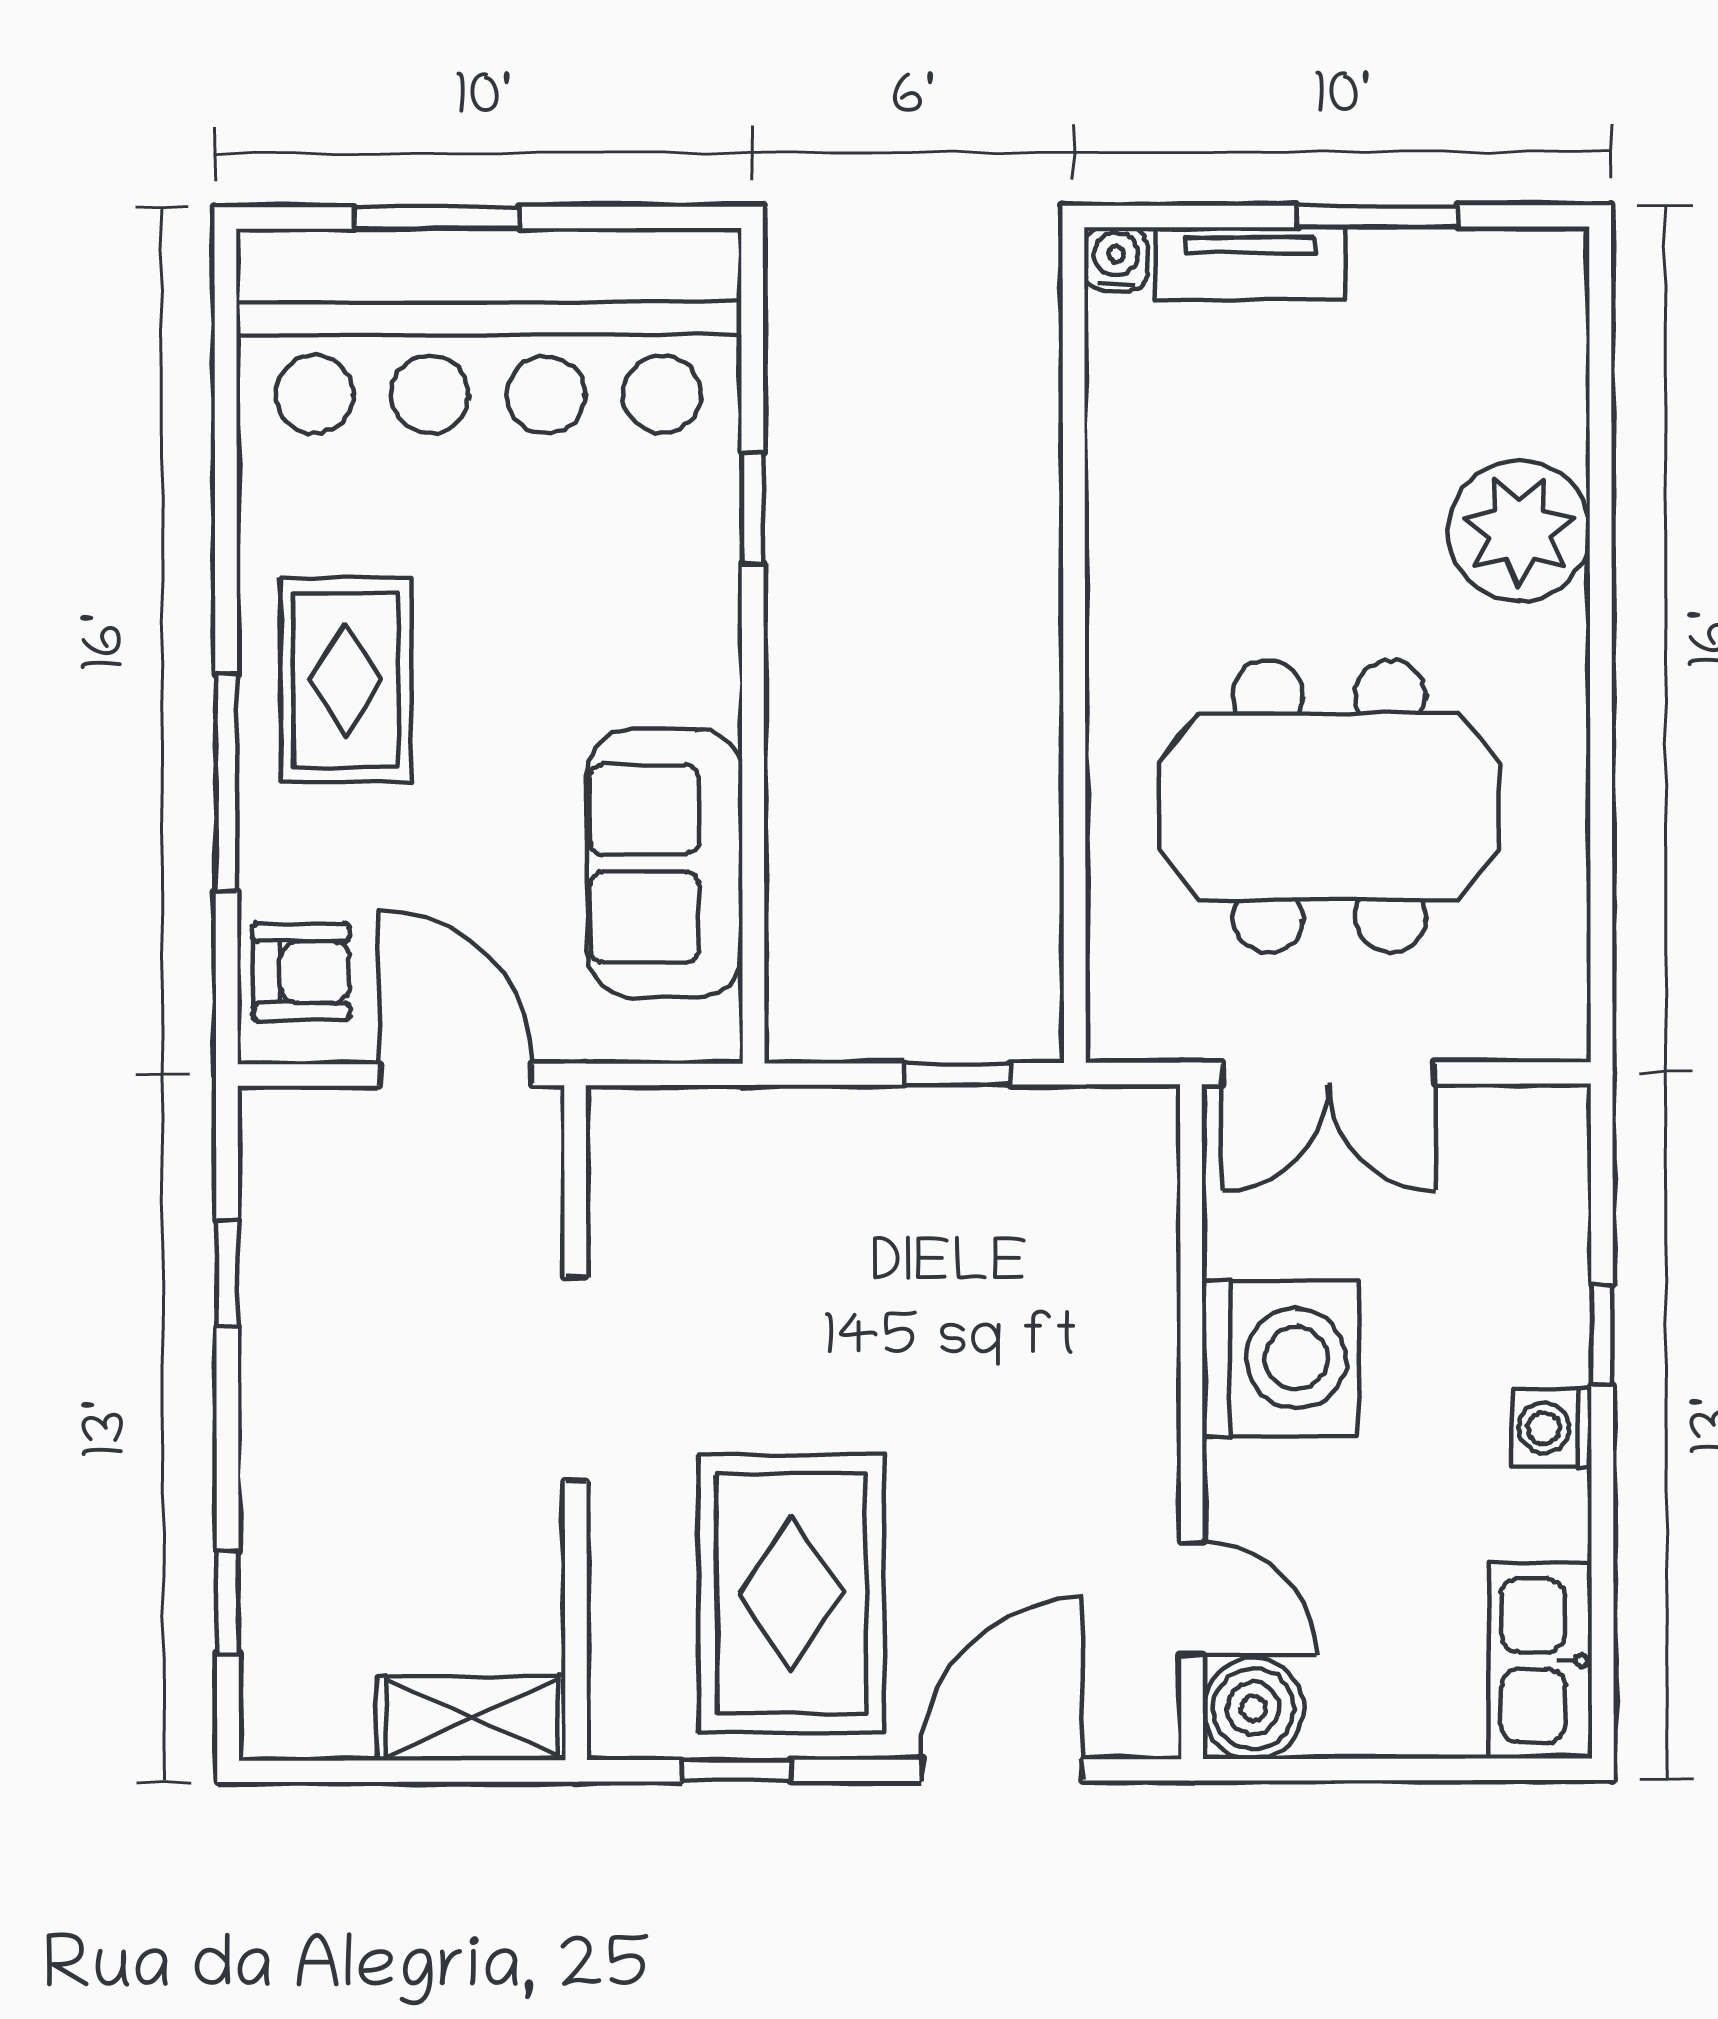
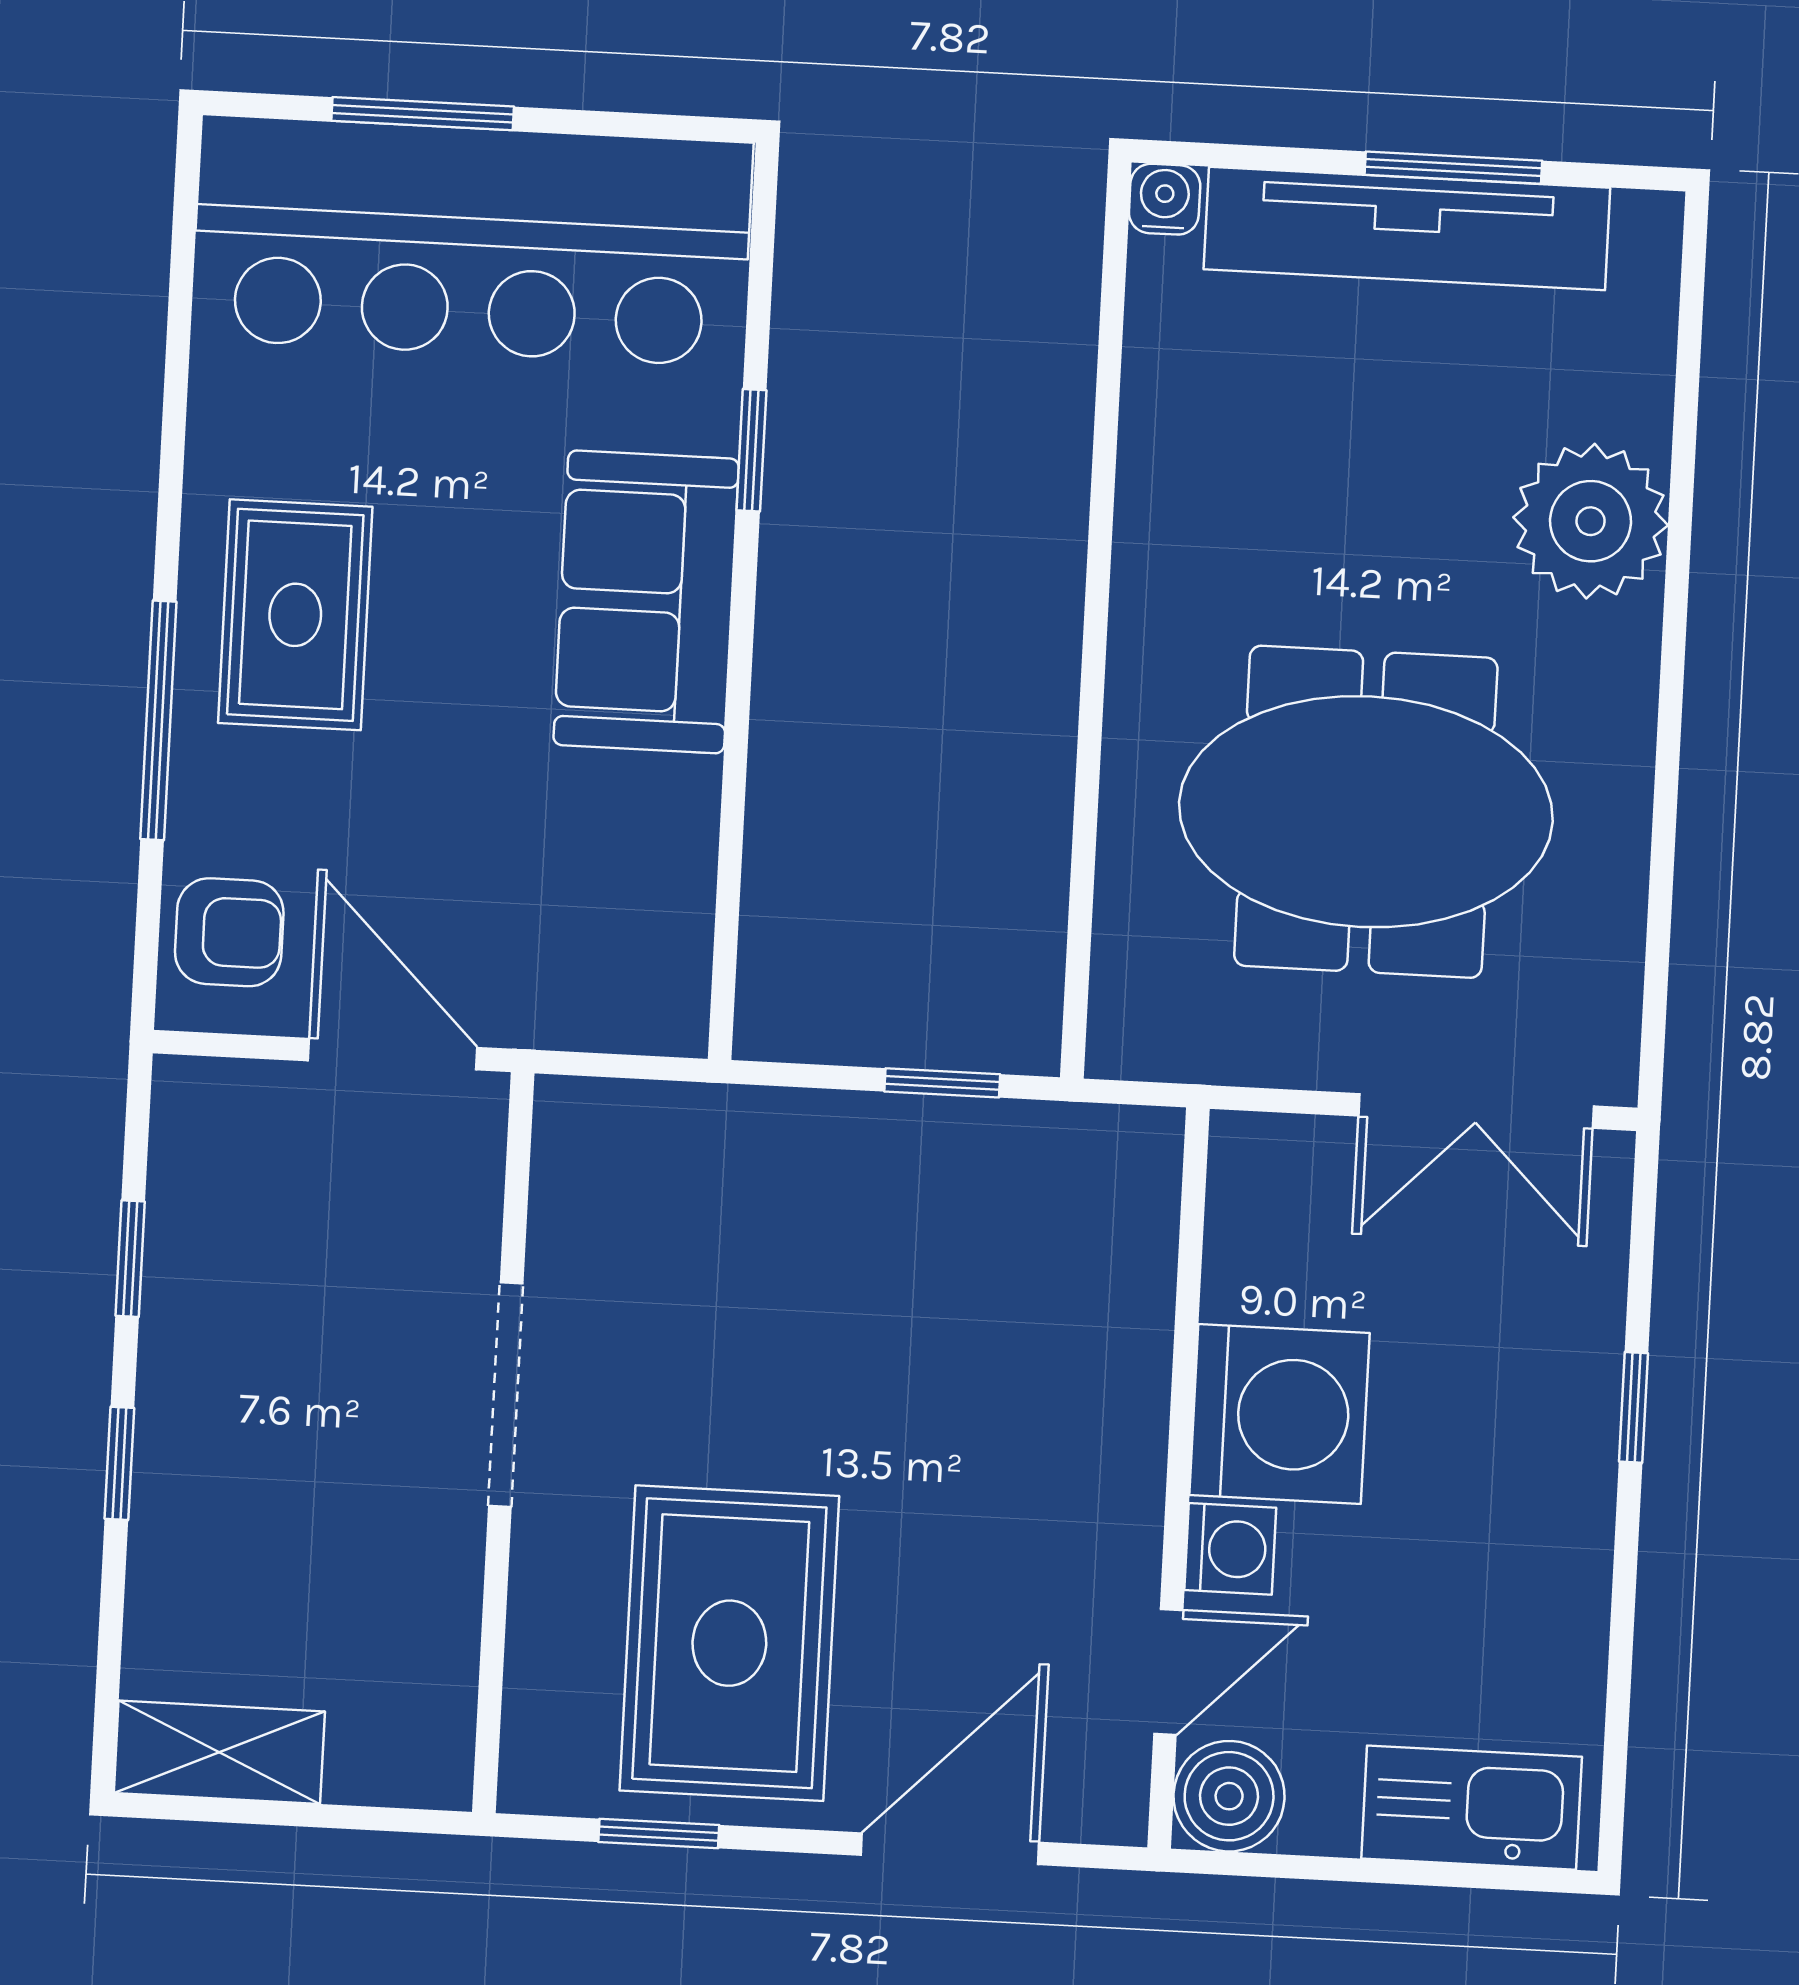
tv unit: (1250, 264) -> (1407, 228), width x1.92, depth x1.29
sofa: (665, 863) -> (646, 602), moved
double door: (1328, 1073) -> (1476, 1111), moved
washing machine: (1552, 1428) -> (1230, 1549), moved, turned 180
door: (1192, 1598) -> (1168, 1672), hinge flipped
window: (228, 1602) -> (119, 1463), moved
kitchen sink: (1540, 1661) -> (1472, 1808), moved, turned 90
shelving: (471, 1718) -> (219, 1752), moved

